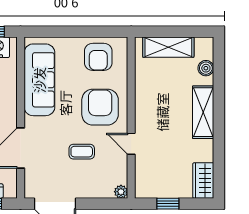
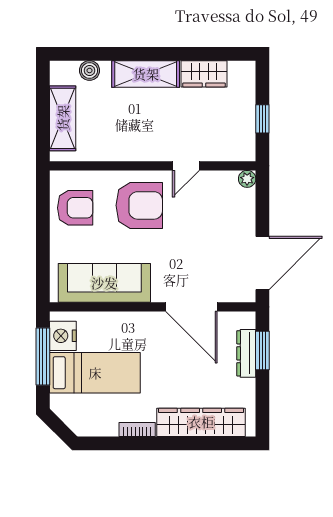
armchair: (100, 107) -> (139, 205), turned 180
coffee table: (82, 152) -> (196, 229), removed
wardrobe: (203, 181) -> (204, 74), moved

